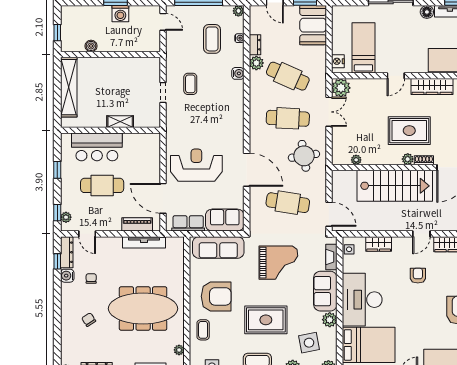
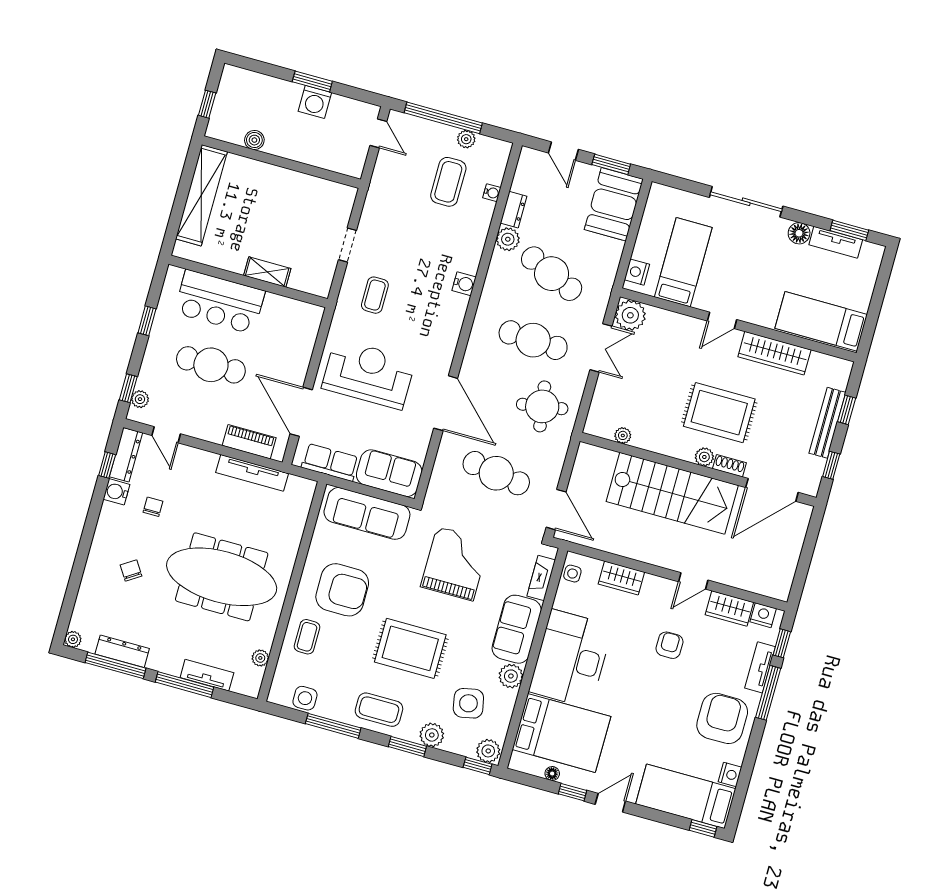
plant: (238, 11) -> (466, 139), moved
water cooler: (238, 73) -> (464, 284), moved
coffee table: (190, 84) -> (375, 295), moved
grand piano: (278, 263) -> (455, 564), turned -90

